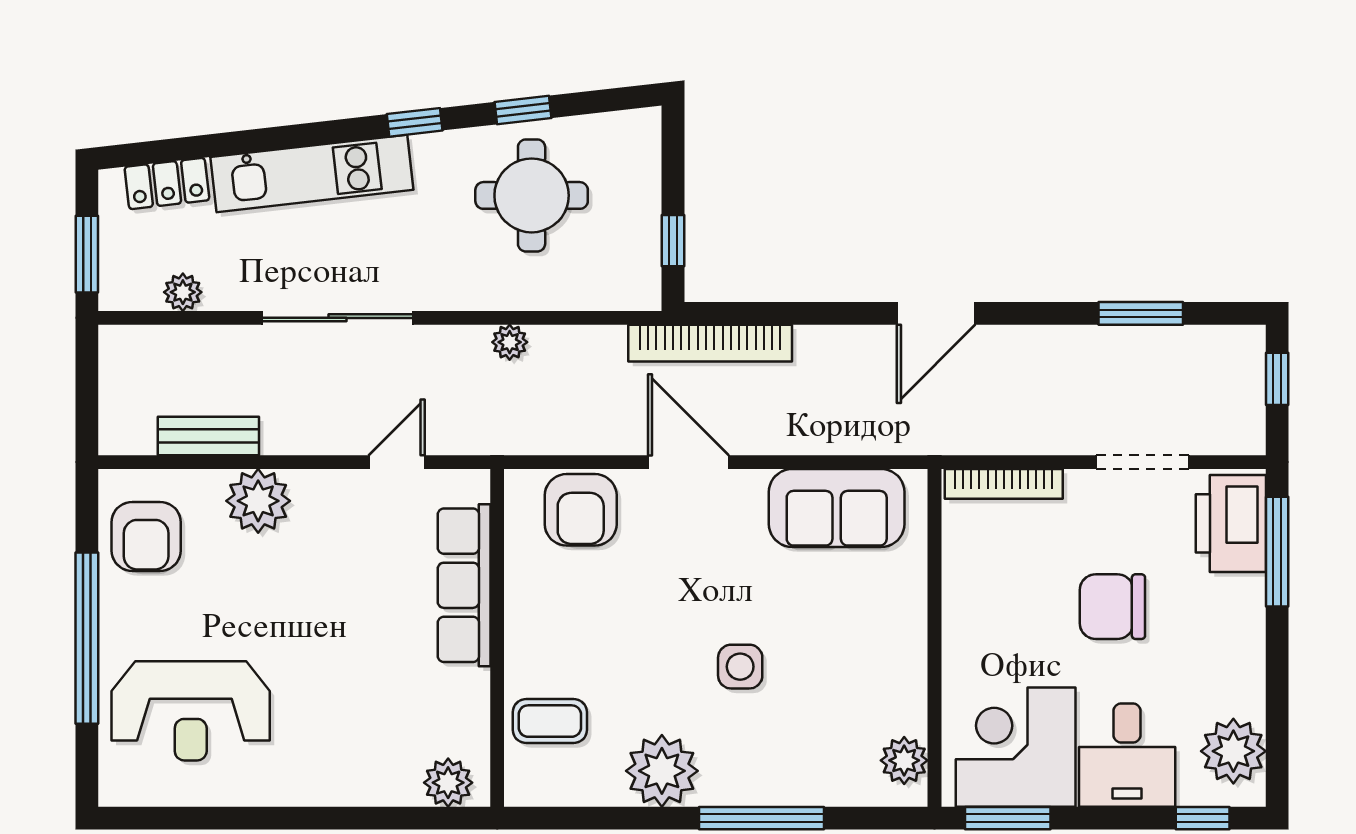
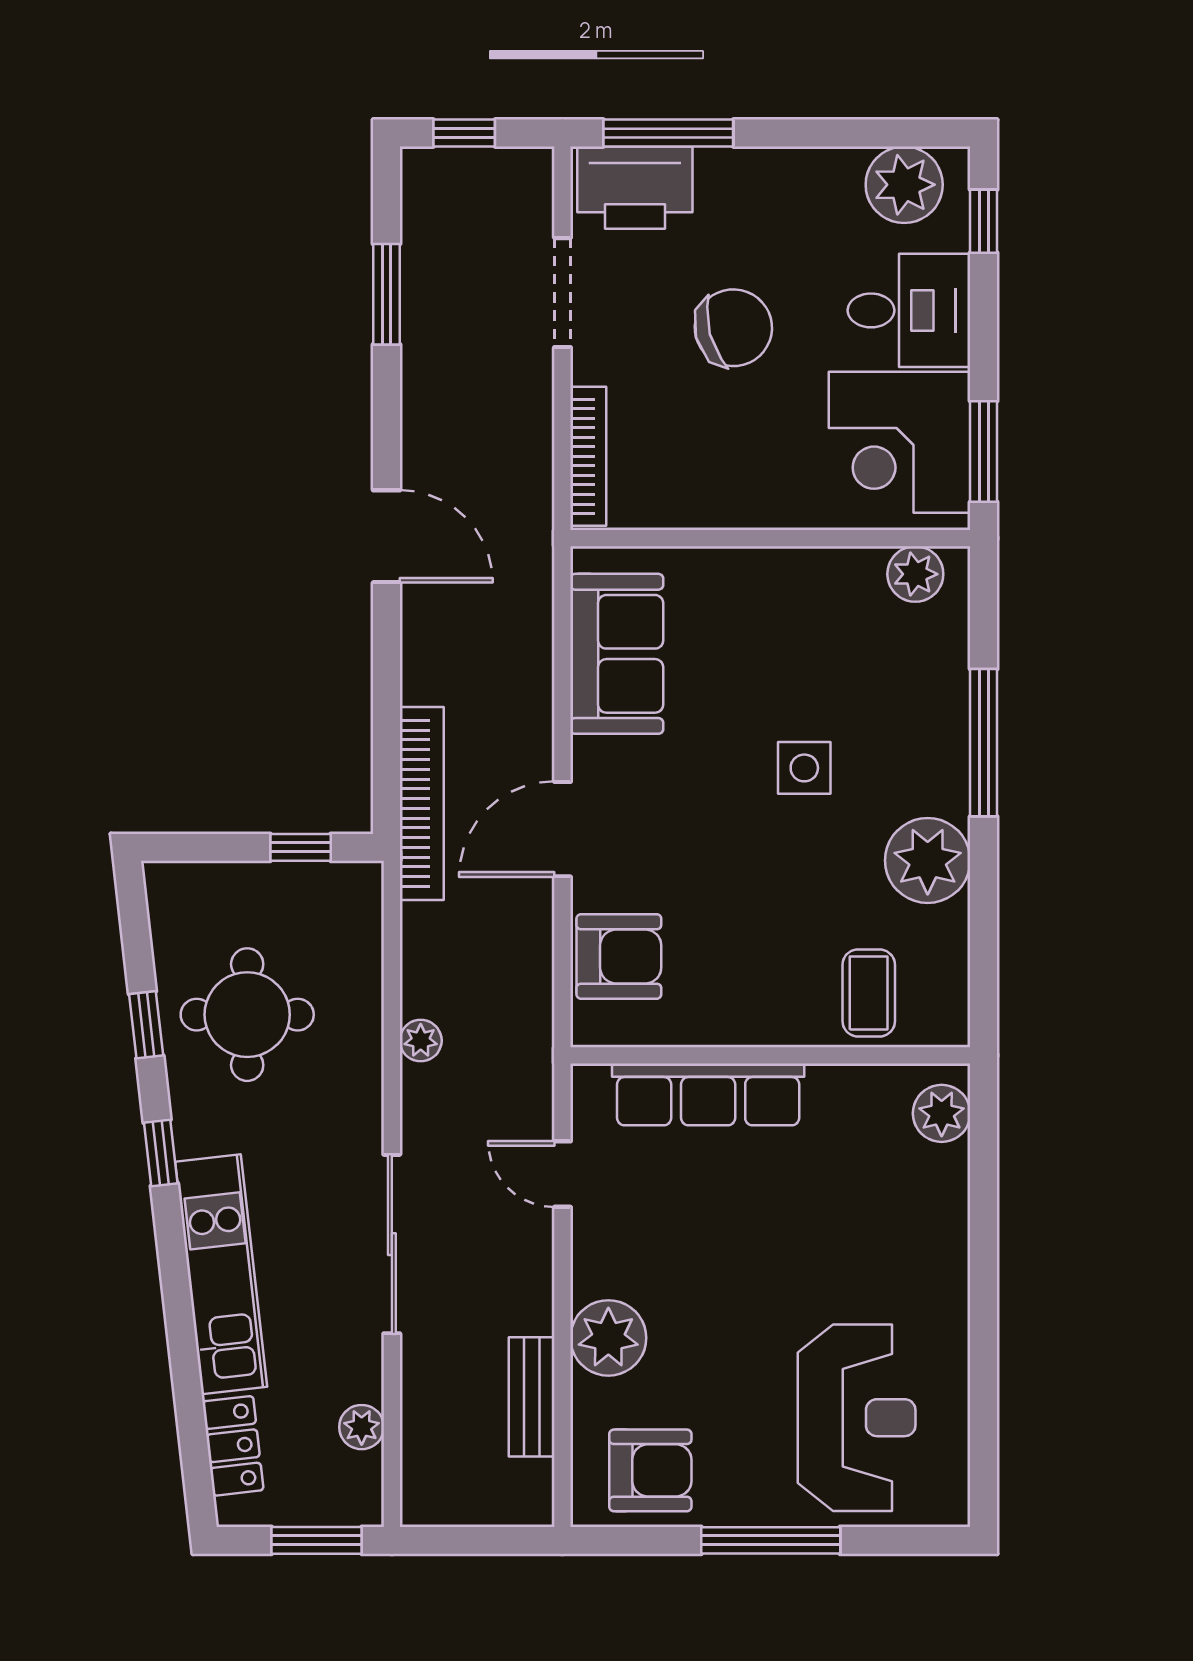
chair: (1112, 607) -> (733, 328), turned -105
window: (87, 638) -> (771, 1540), width x0.68

